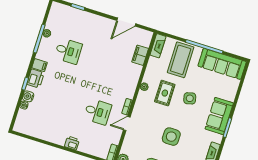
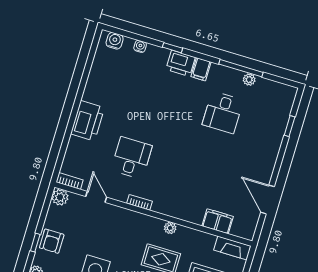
water cooler: (28, 96) -> (115, 41), moved
desk: (98, 112) -> (132, 158), turned 180
door: (127, 123) -> (96, 197), moved
printer: (72, 143) -> (87, 121), width x1.87, depth x1.48

